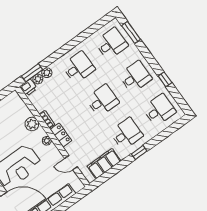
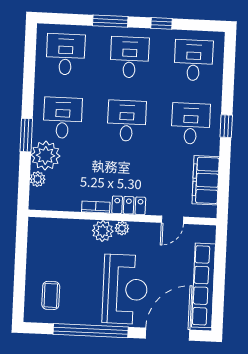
window: (131, 33) -> (110, 21), moved
window: (32, 73) -> (26, 135), moved
plant: (47, 73) -> (46, 155), width x1.88, depth x1.88
printer: (28, 88) -> (39, 199), removed
plant: (32, 124) -> (103, 231), moved

